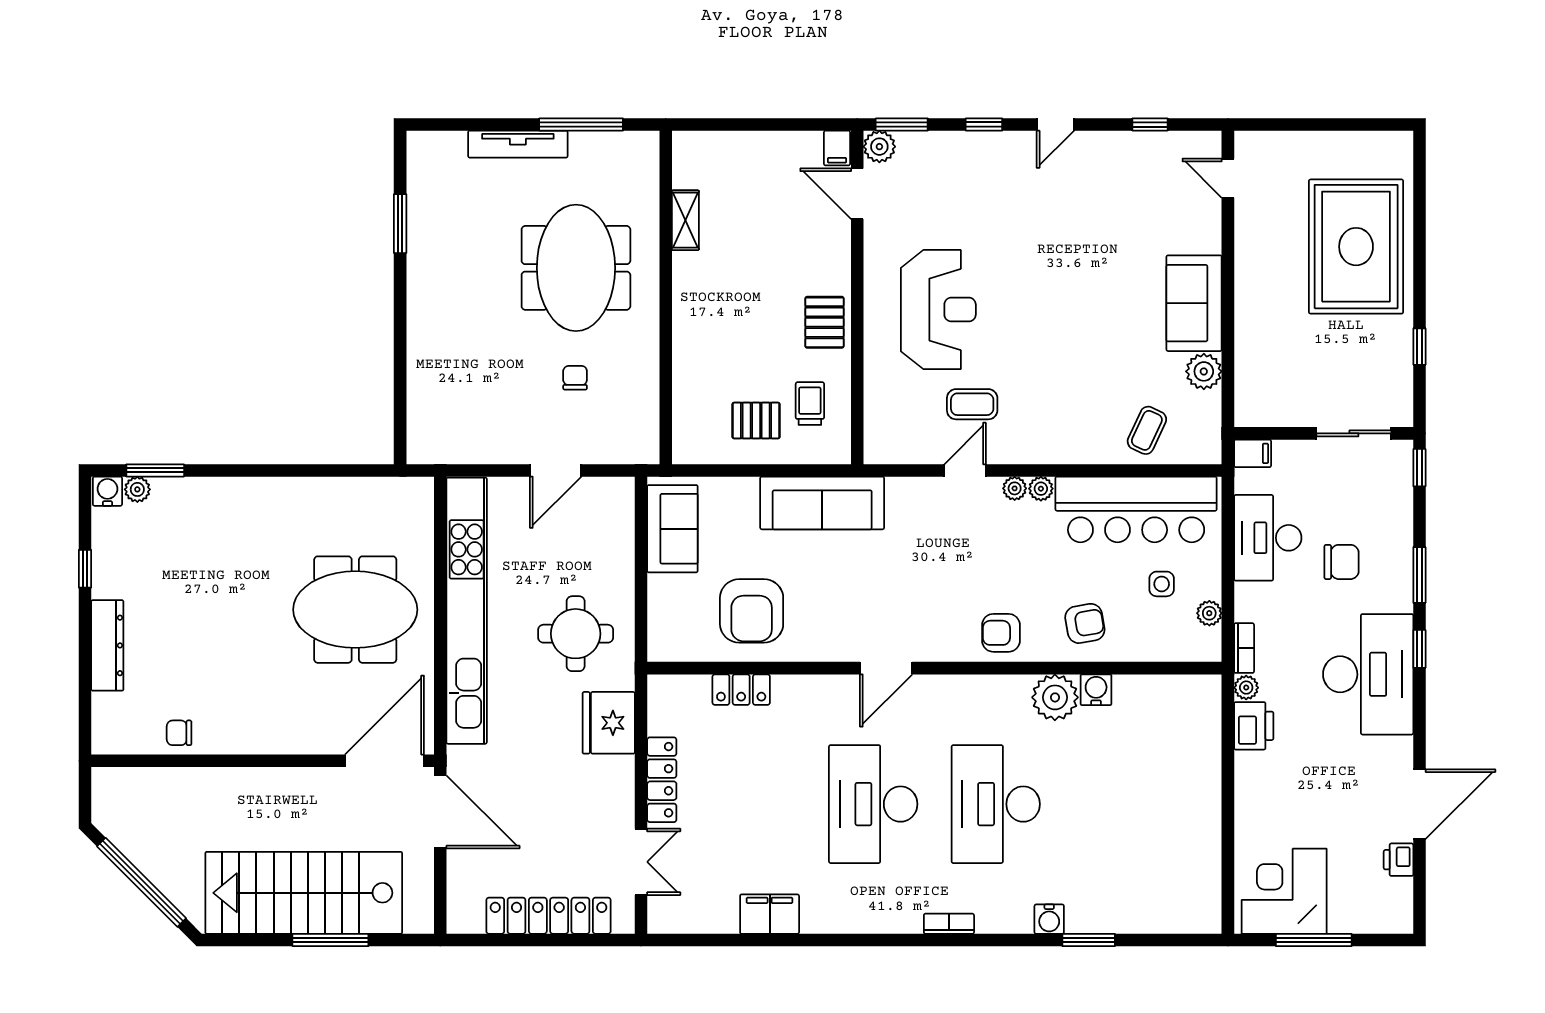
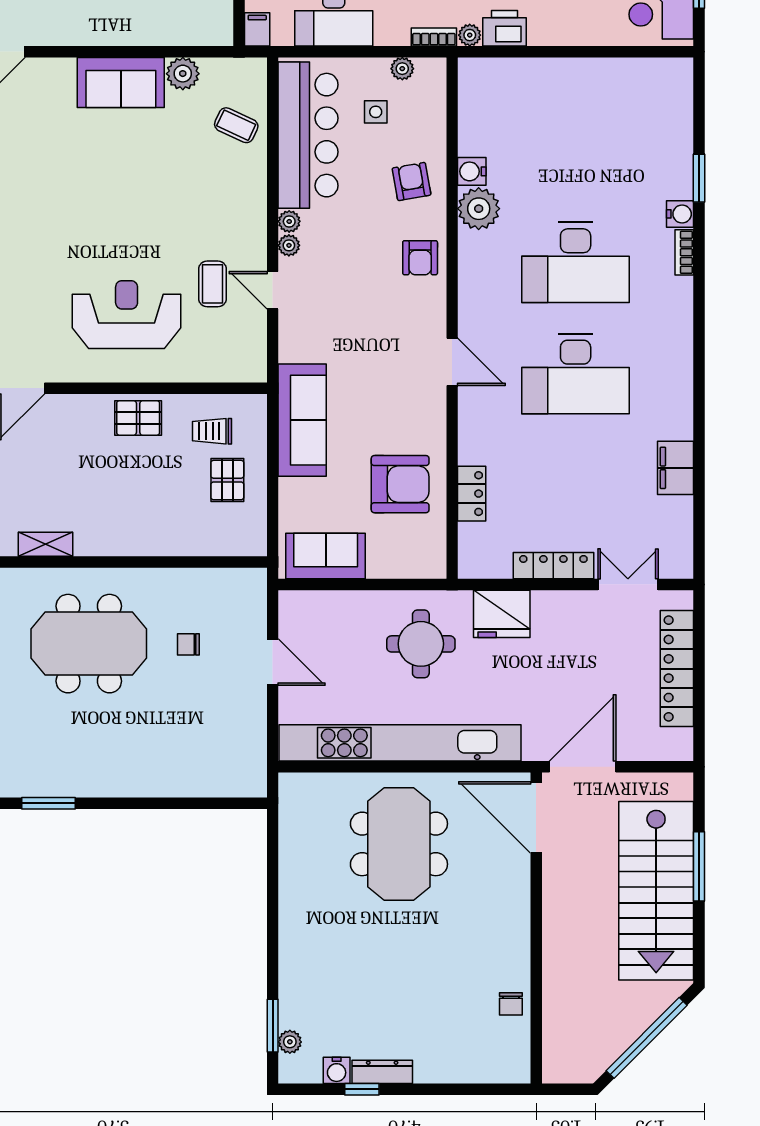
water cooler: (107, 491) -> (337, 1070), moved, turned -90
dresser: (107, 645) -> (382, 1072), moved, width x0.73, depth x0.80
bookcase: (949, 924) -> (684, 252), moved

